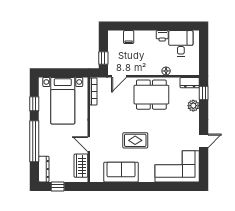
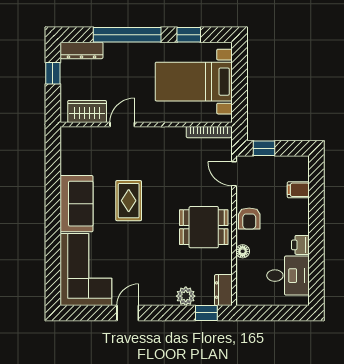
armchair: (146, 67) -> (249, 218), added
dining table: (151, 95) -> (204, 227), width x0.73
door: (204, 141) -> (128, 313), swing flipped
sofa: (121, 172) -> (77, 204), moved

